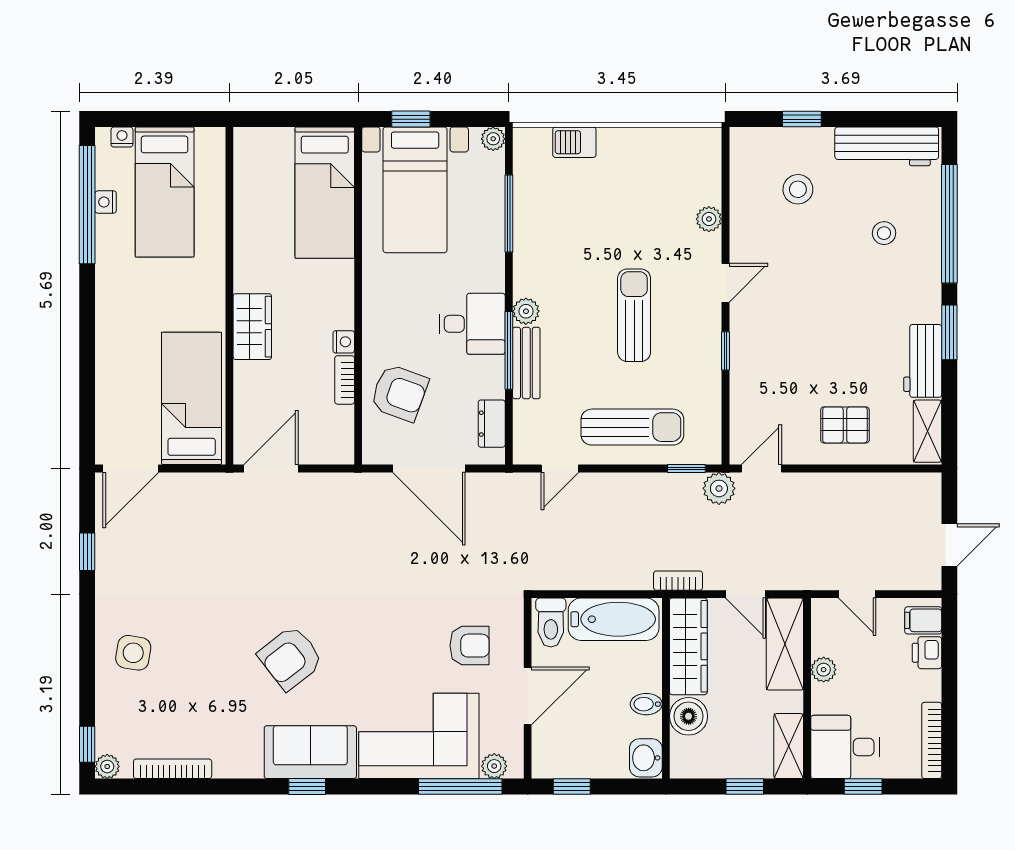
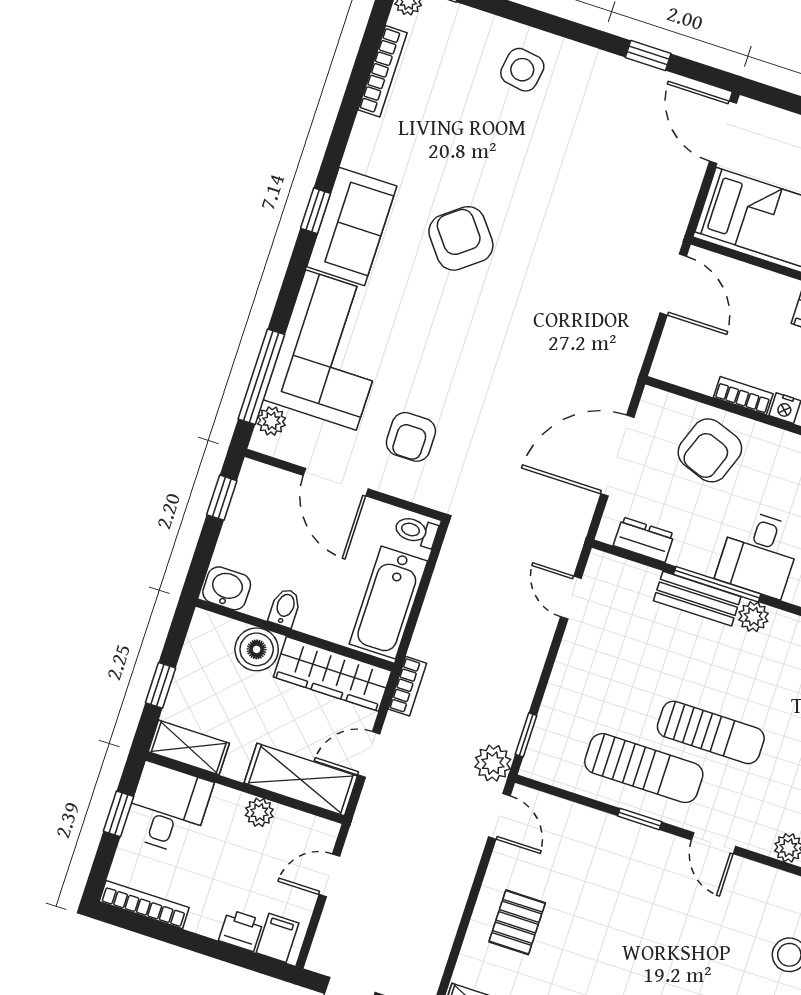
sun lounger: (632, 427) -> (644, 768), moved, turned -90
toilet: (551, 623) -> (416, 531), width x0.73, depth x0.72

